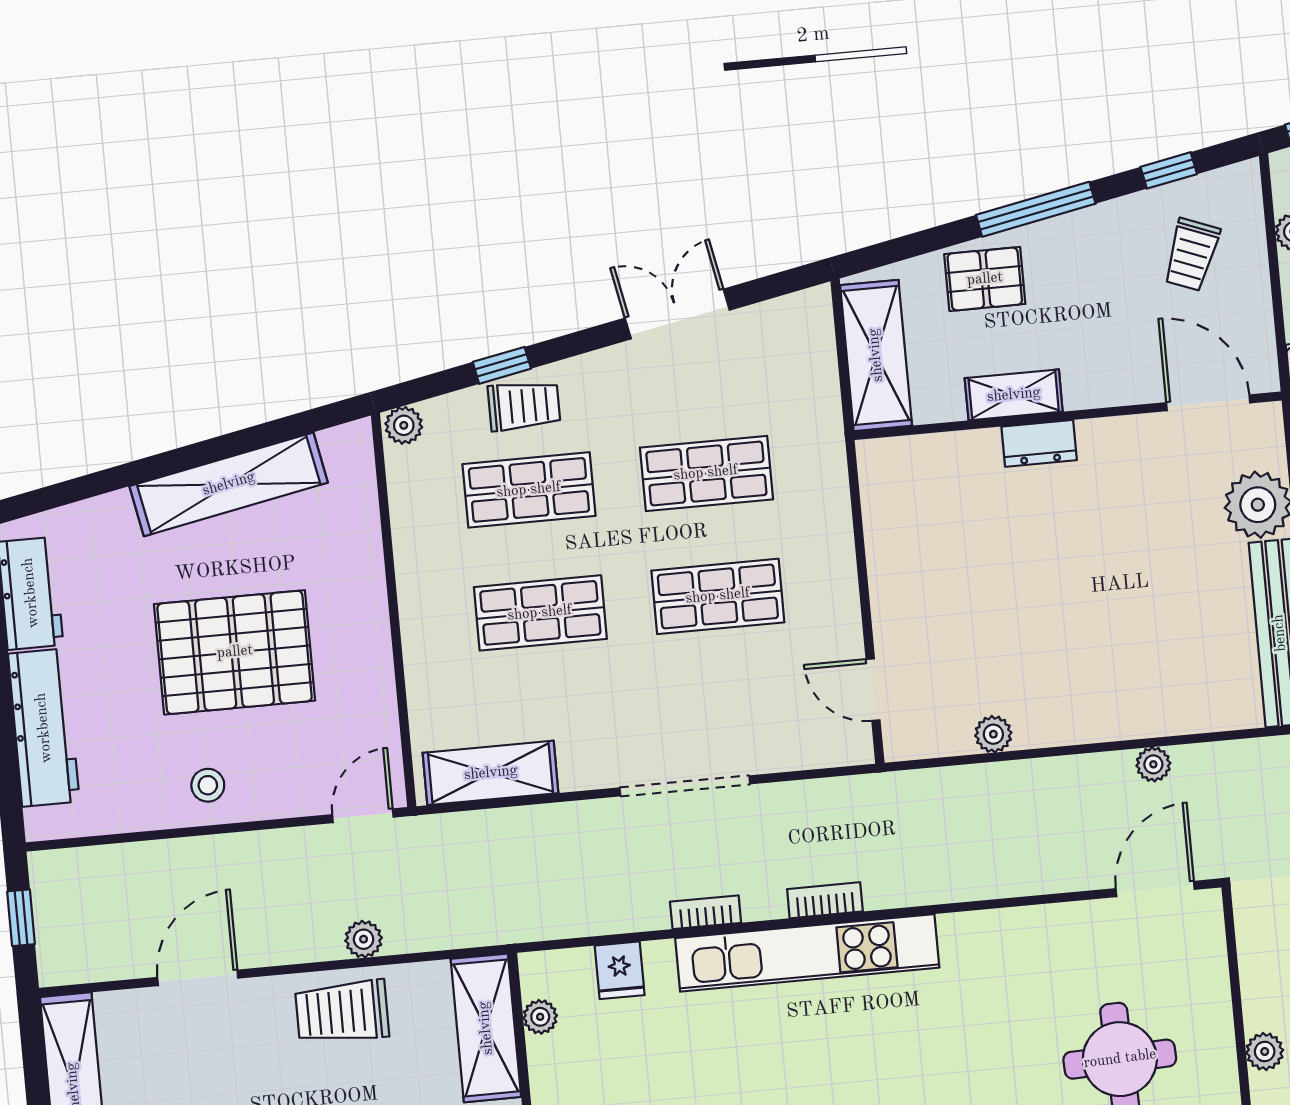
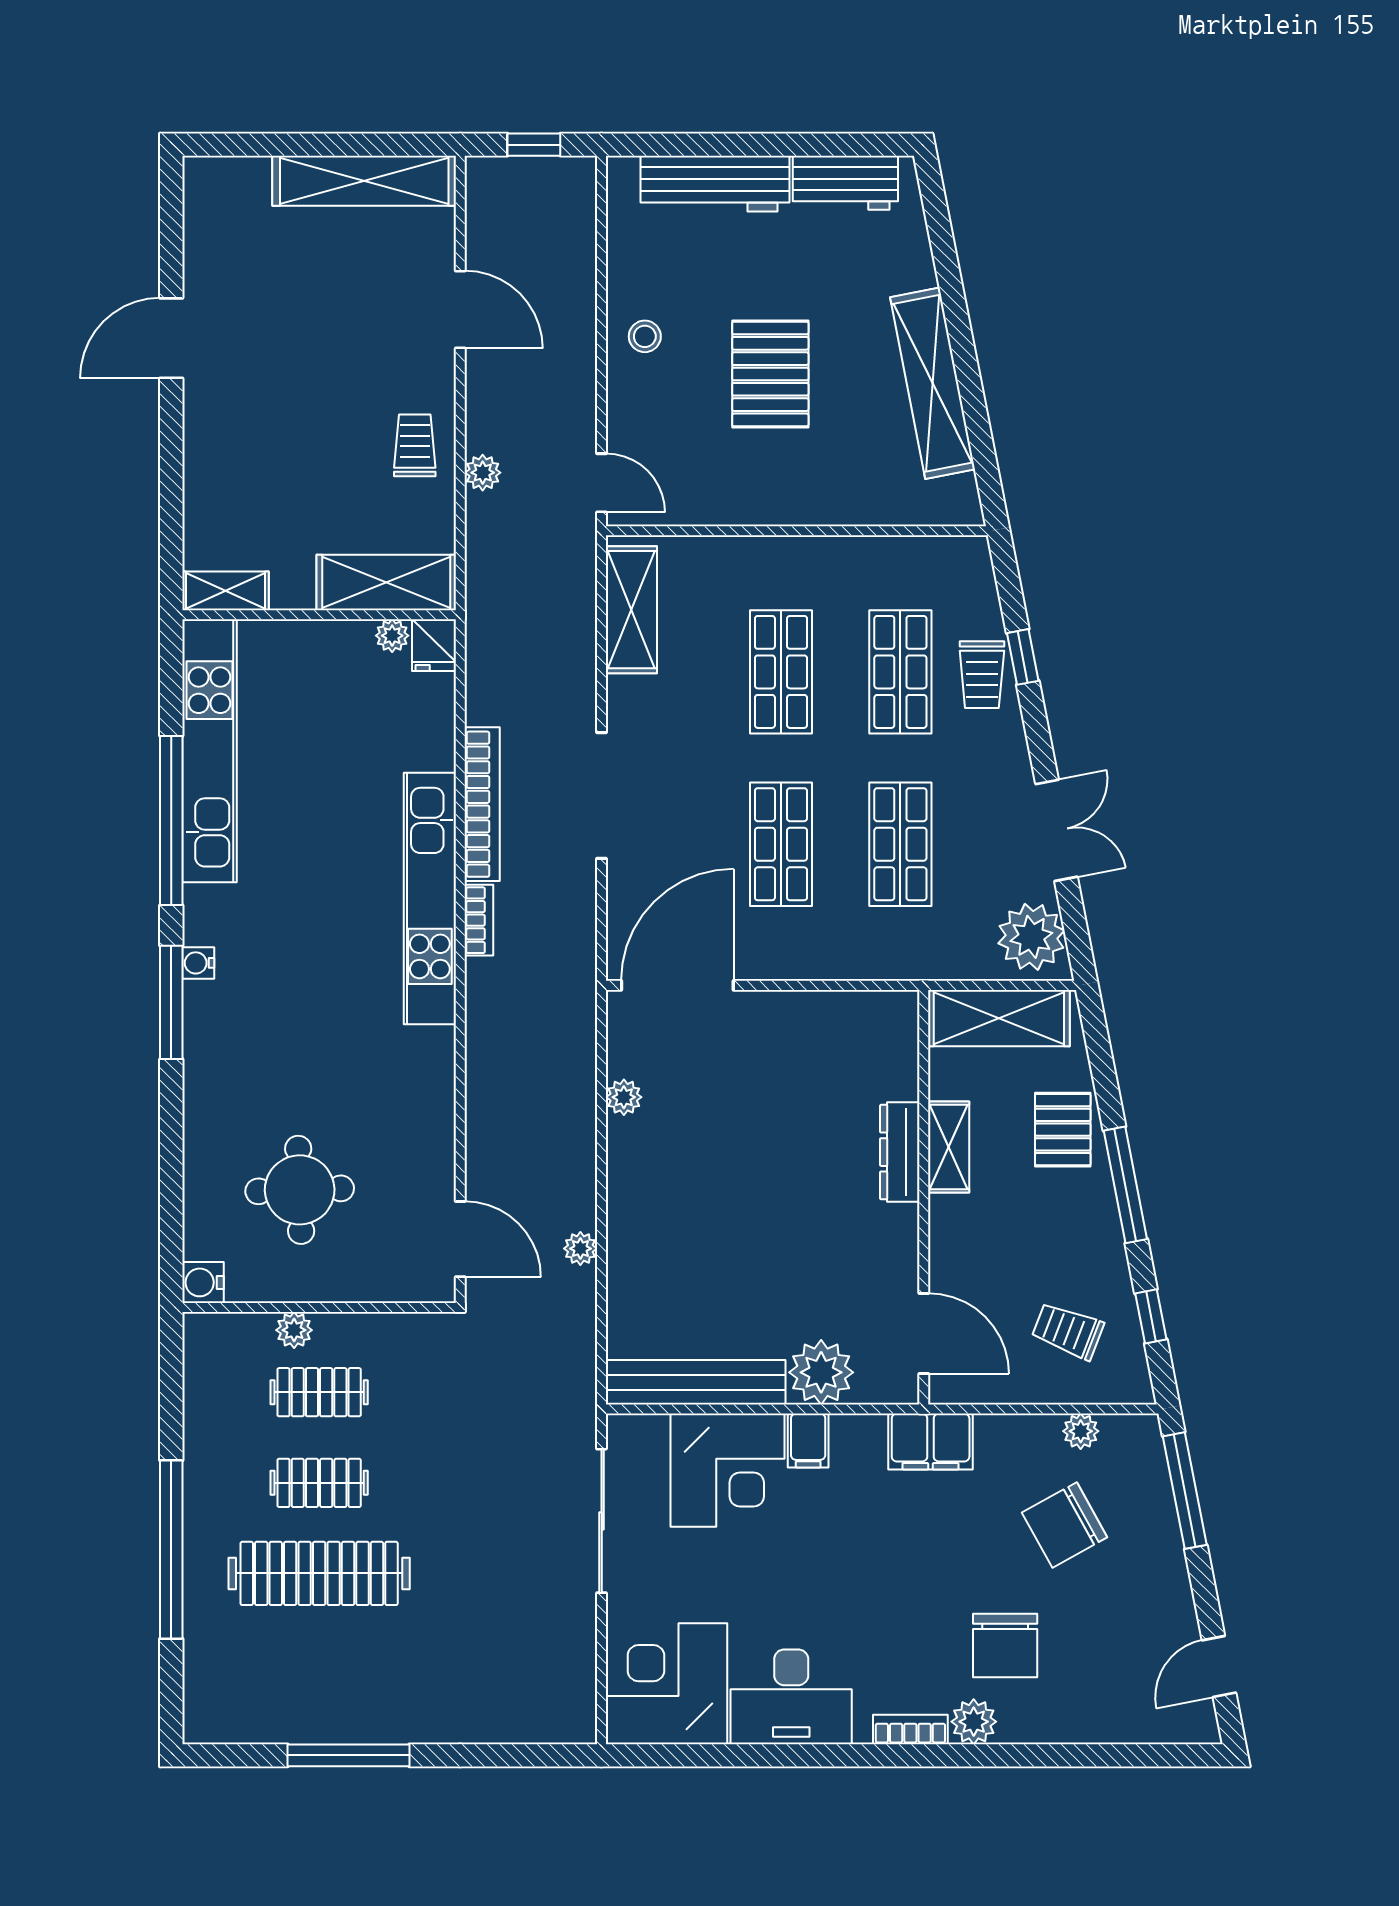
door: (1208, 403) -> (924, 1333), hinge flipped
plant: (404, 425) -> (1031, 937), moved, width x1.87, depth x1.87
dresser: (1039, 443) -> (900, 1152), width x1.44
pallet: (235, 652) -> (770, 374), width x0.73, depth x0.71
door: (873, 690) -> (677, 985), width x1.87
bookcase: (706, 912) -> (482, 804), width x2.31, depth x1.31
fridge: (620, 970) -> (434, 645), moved, turned -90
trolley: (342, 1012) -> (415, 445), width x0.73, depth x0.72

